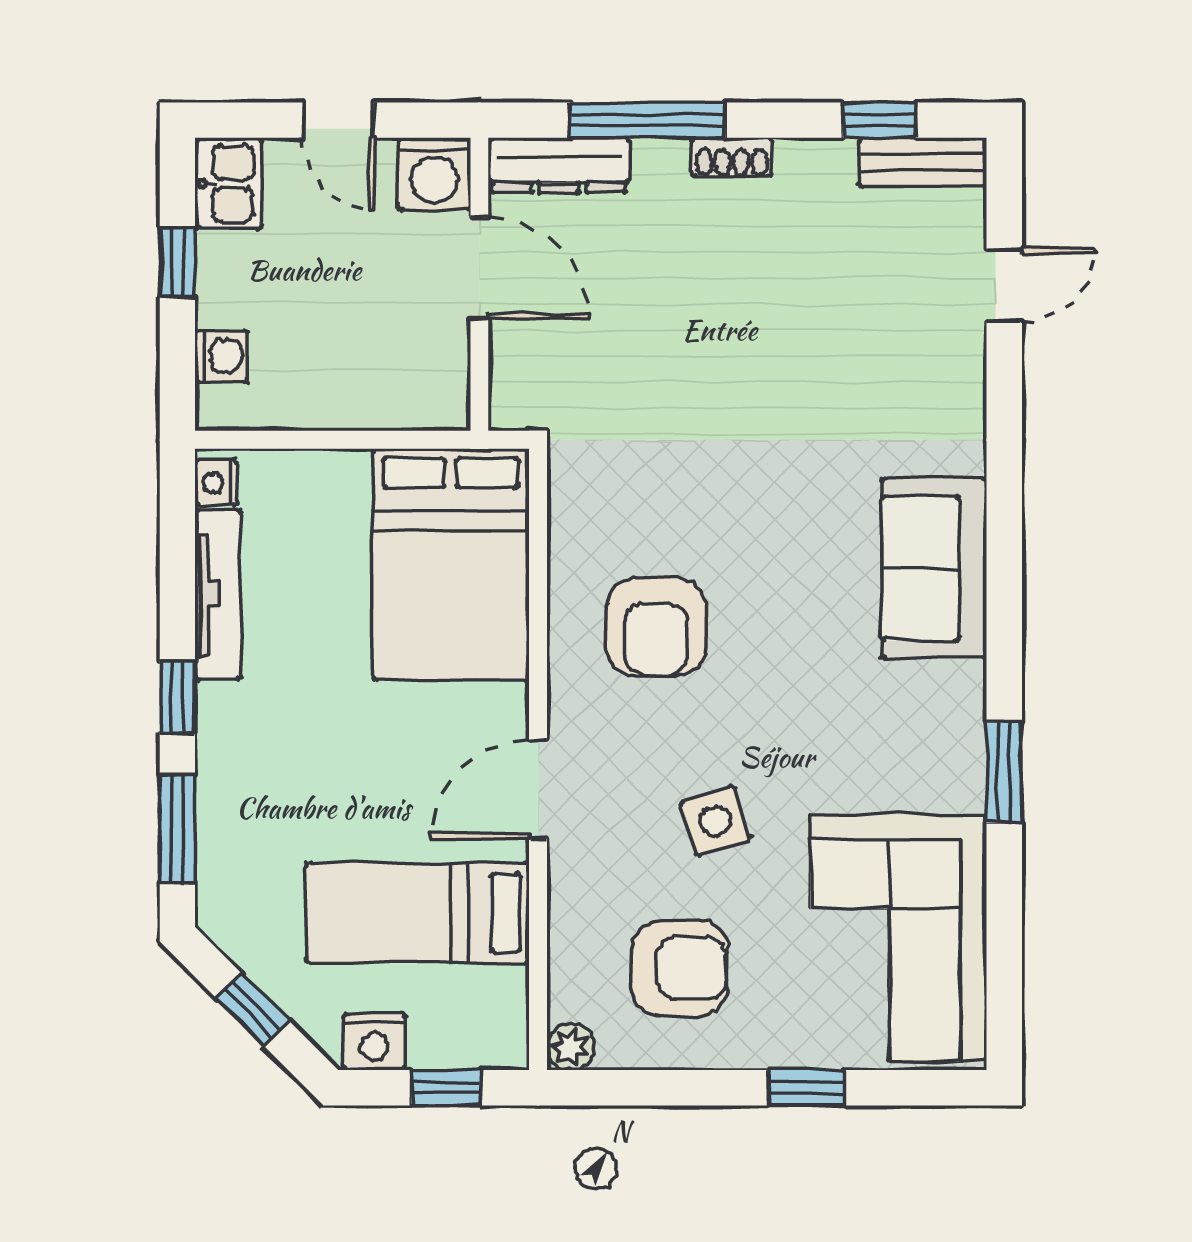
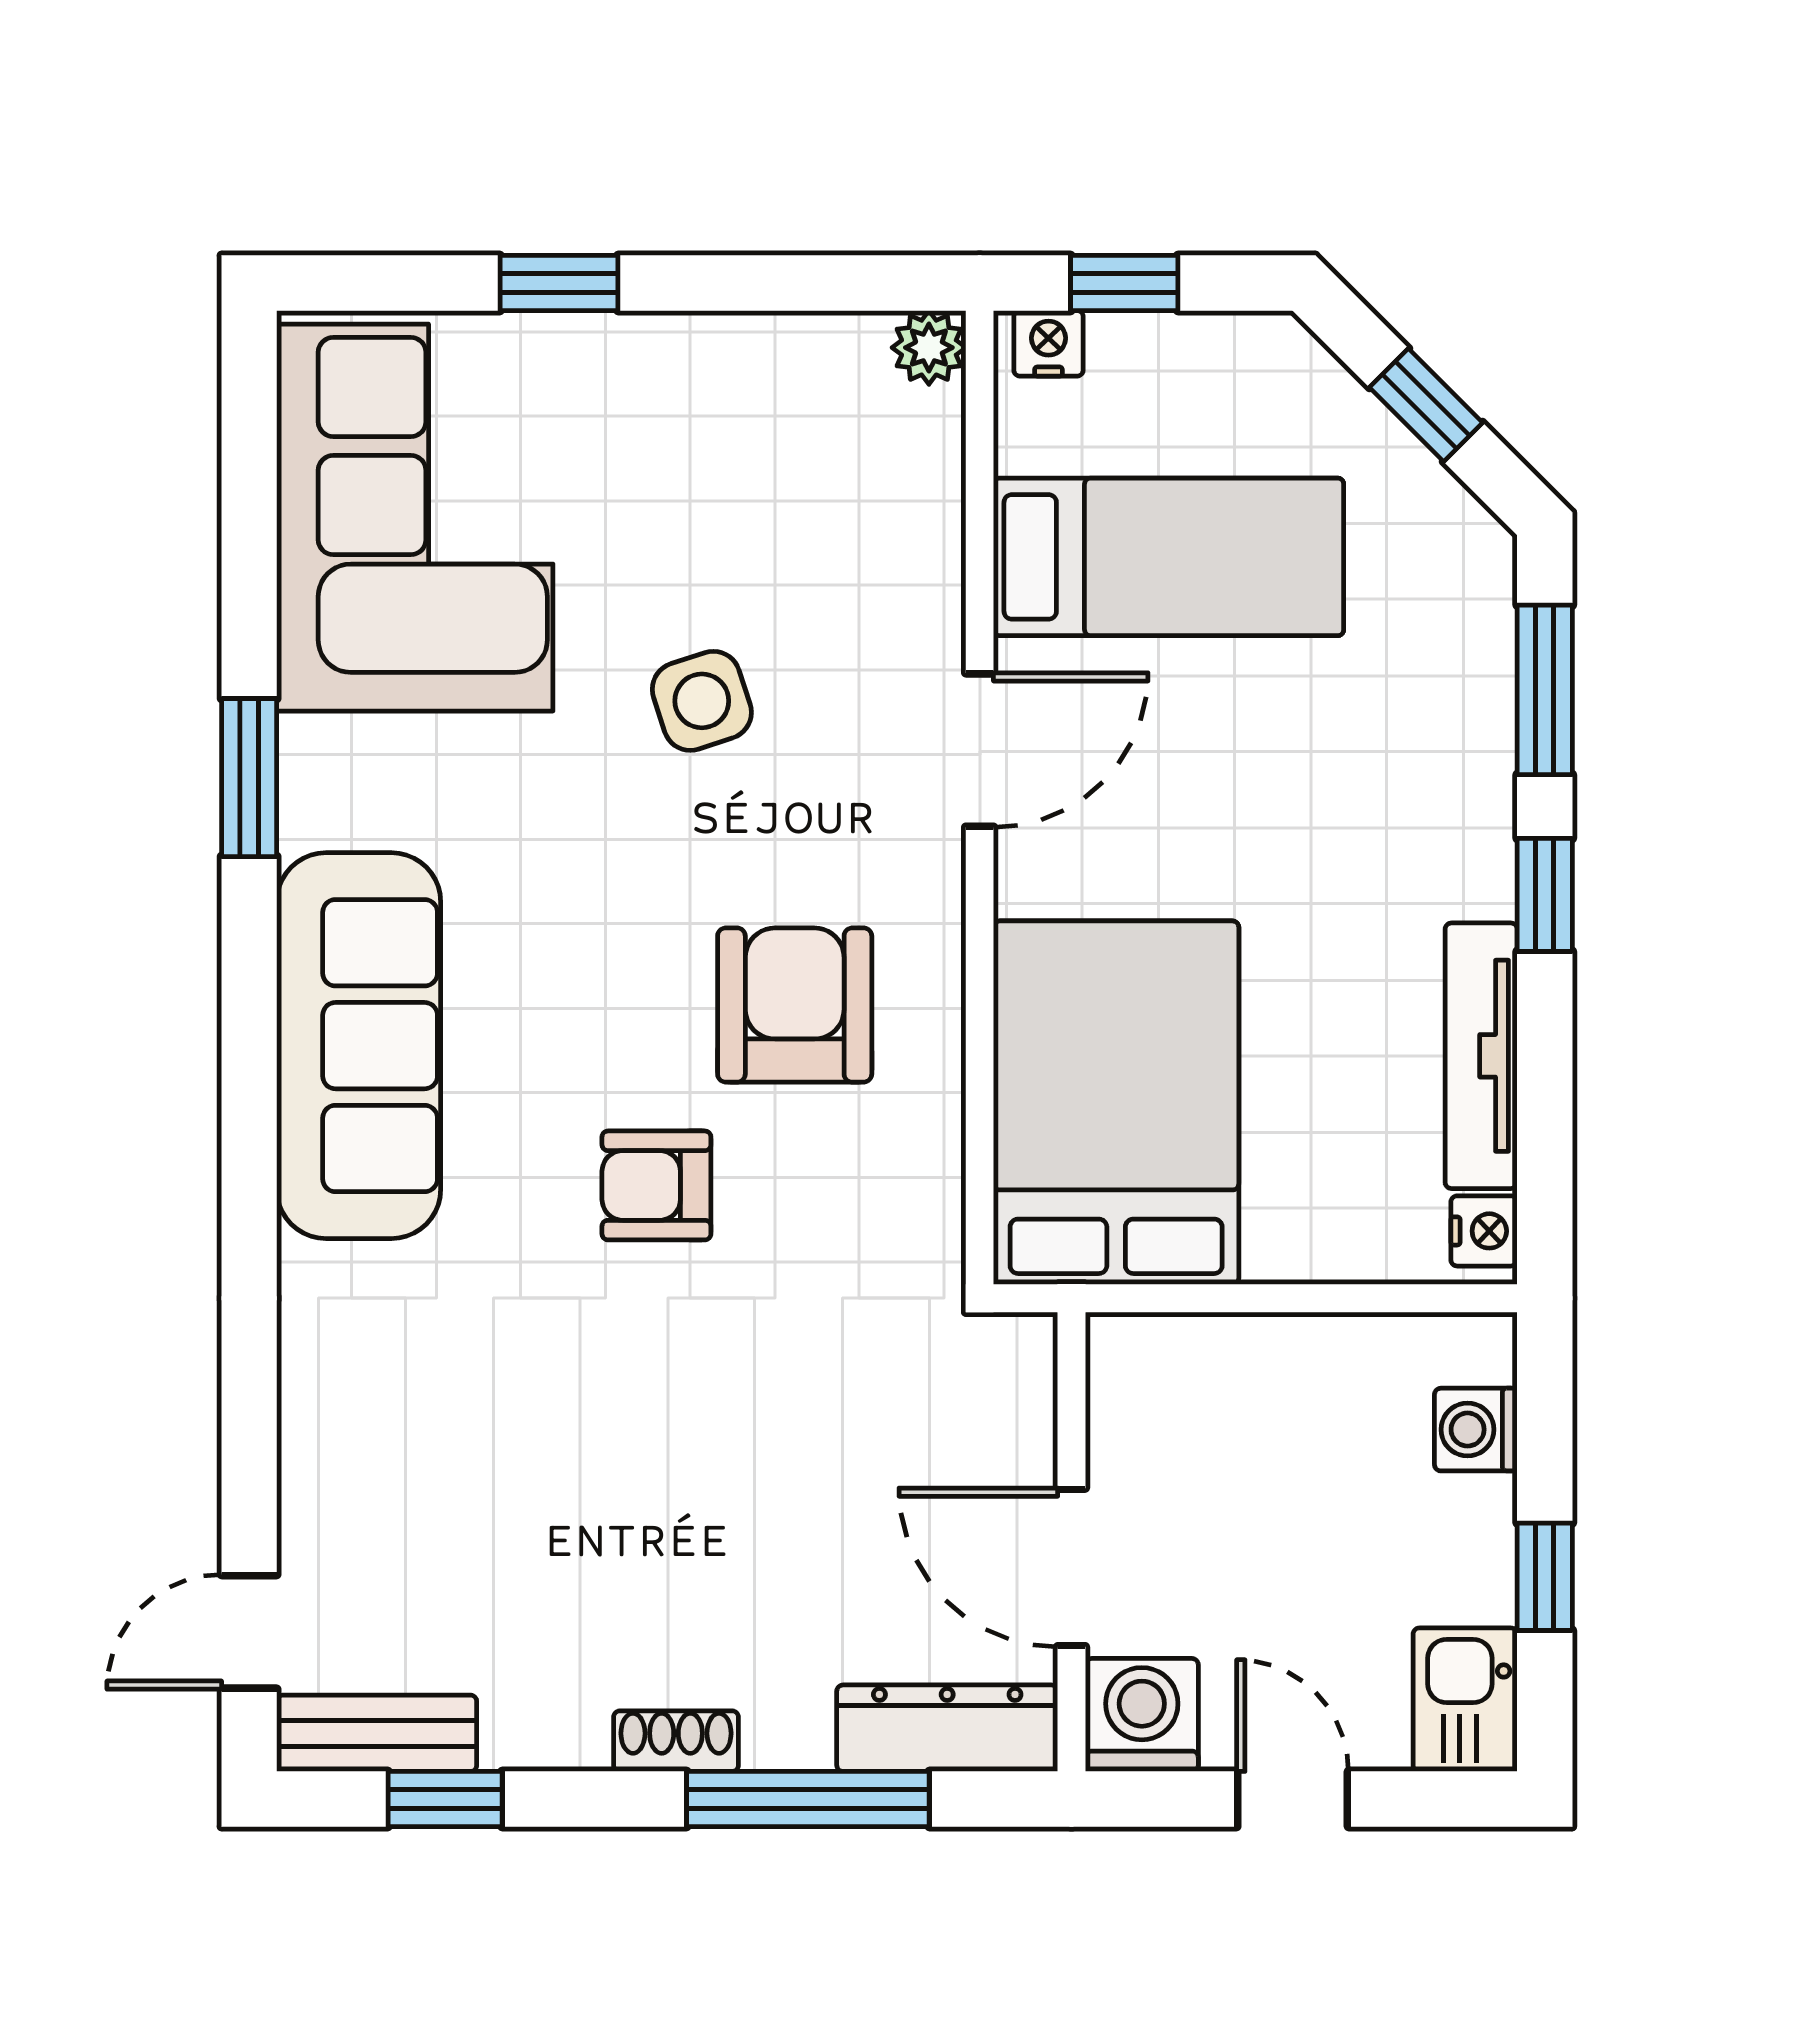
door: (1004, 285) -> (249, 1632), moved
sofa: (934, 568) -> (359, 1046), width x1.36
armchair: (680, 968) -> (656, 1185), moved, width x0.72, depth x0.72
nightstand: (374, 1042) -> (1048, 343), moved, width x0.72, depth x0.74

